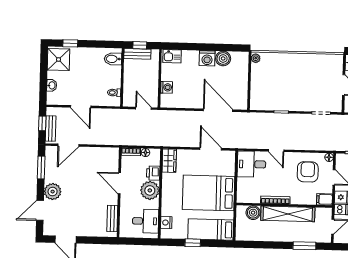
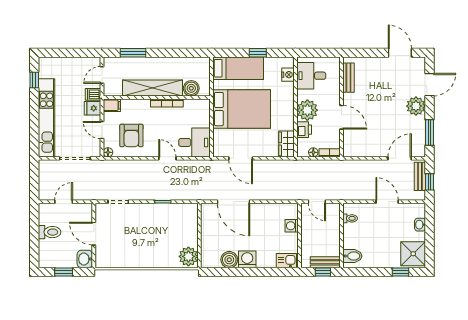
plant: (256, 58) -> (188, 256), width x1.88, depth x1.88

